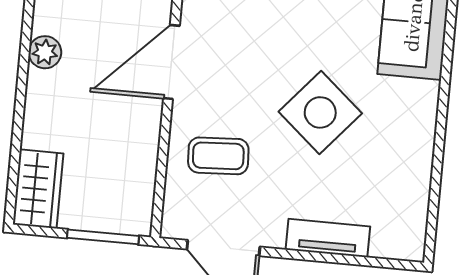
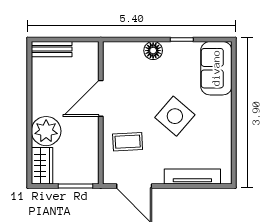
plant: (45, 52) -> (46, 131), moved, width x1.88, depth x1.88
tv unit: (328, 238) -> (192, 176), width x1.41

